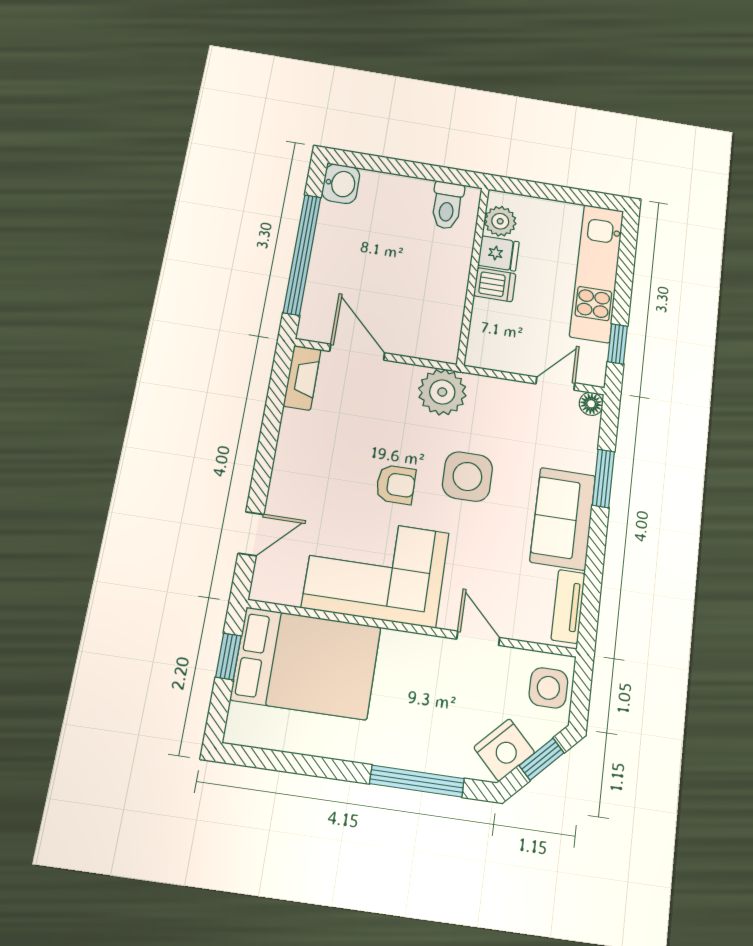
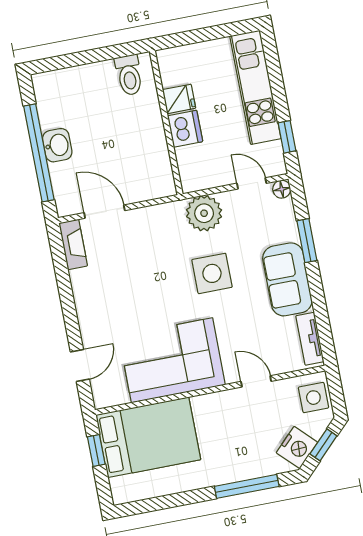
washbasin: (341, 184) -> (57, 145), moved
plant: (500, 221) -> (172, 73), removed
dishwasher: (495, 285) -> (185, 129), width x1.38
door: (555, 383) -> (252, 183), hinge flipped
plant: (442, 392) -> (204, 213), moved
armchair: (396, 485) -> (165, 297), removed

